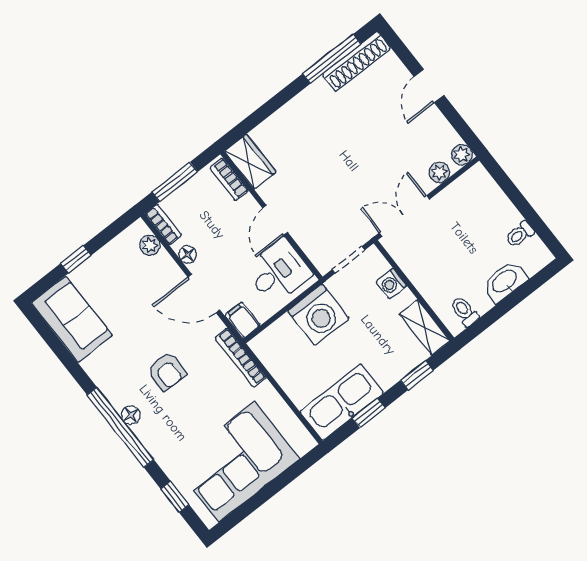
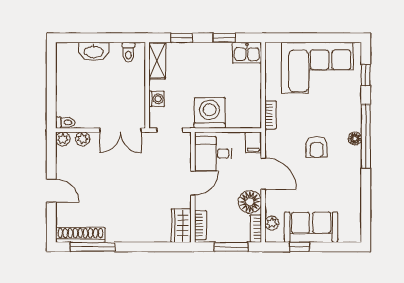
door: (429, 86) -> (51, 191), hinge flipped
toilet: (520, 234) -> (65, 122), moved
floor lamp: (188, 254) -> (250, 202), width x1.89, depth x1.89
window: (76, 259) -> (299, 247), moved
sofa: (72, 319) -> (311, 227), moved, turned 90
bookcase: (241, 358) -> (270, 115), width x0.64
armchair: (167, 371) -> (317, 147), turned 180
kitchen sink: (342, 402) -> (247, 53), width x0.53, depth x0.81

